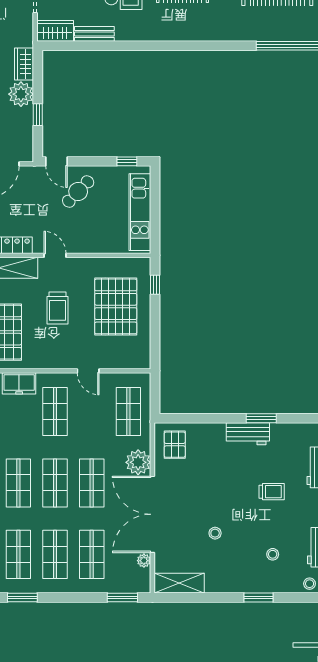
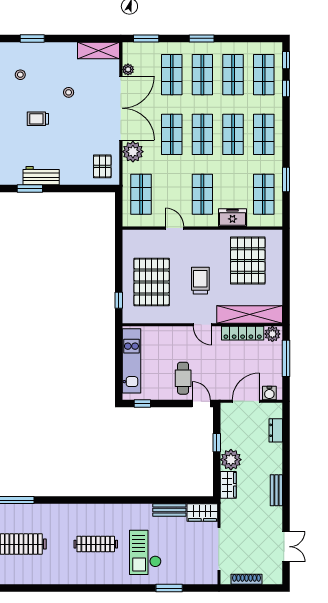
cafe table: (78, 191) -> (183, 378), turned -44
trolley: (272, 492) -> (38, 119), moved
window: (22, 598) -> (202, 38), moved

